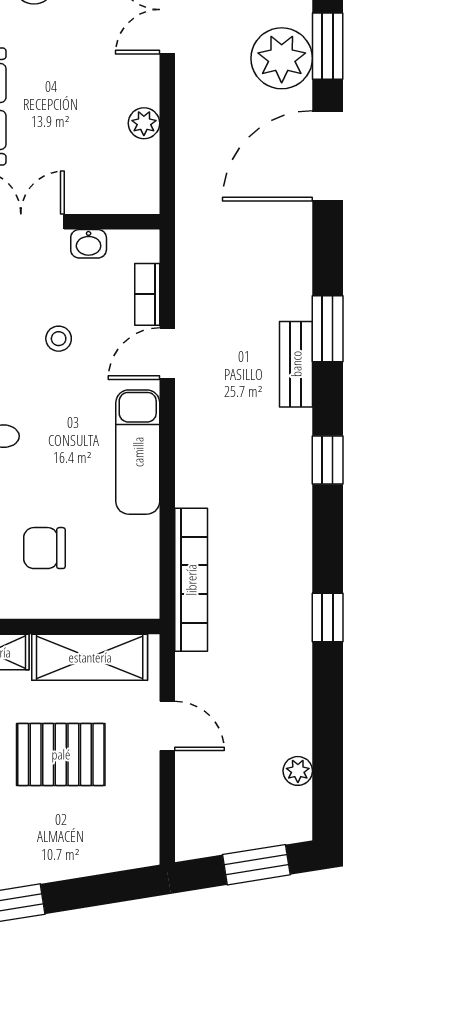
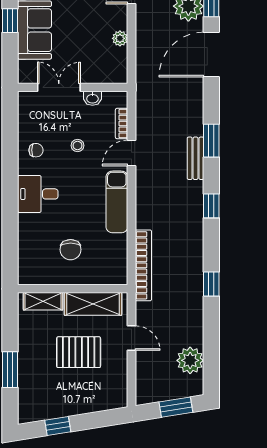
chair: (44, 548) -> (71, 250), turned -90
plant: (298, 771) -> (190, 360), width x1.87, depth x1.87

